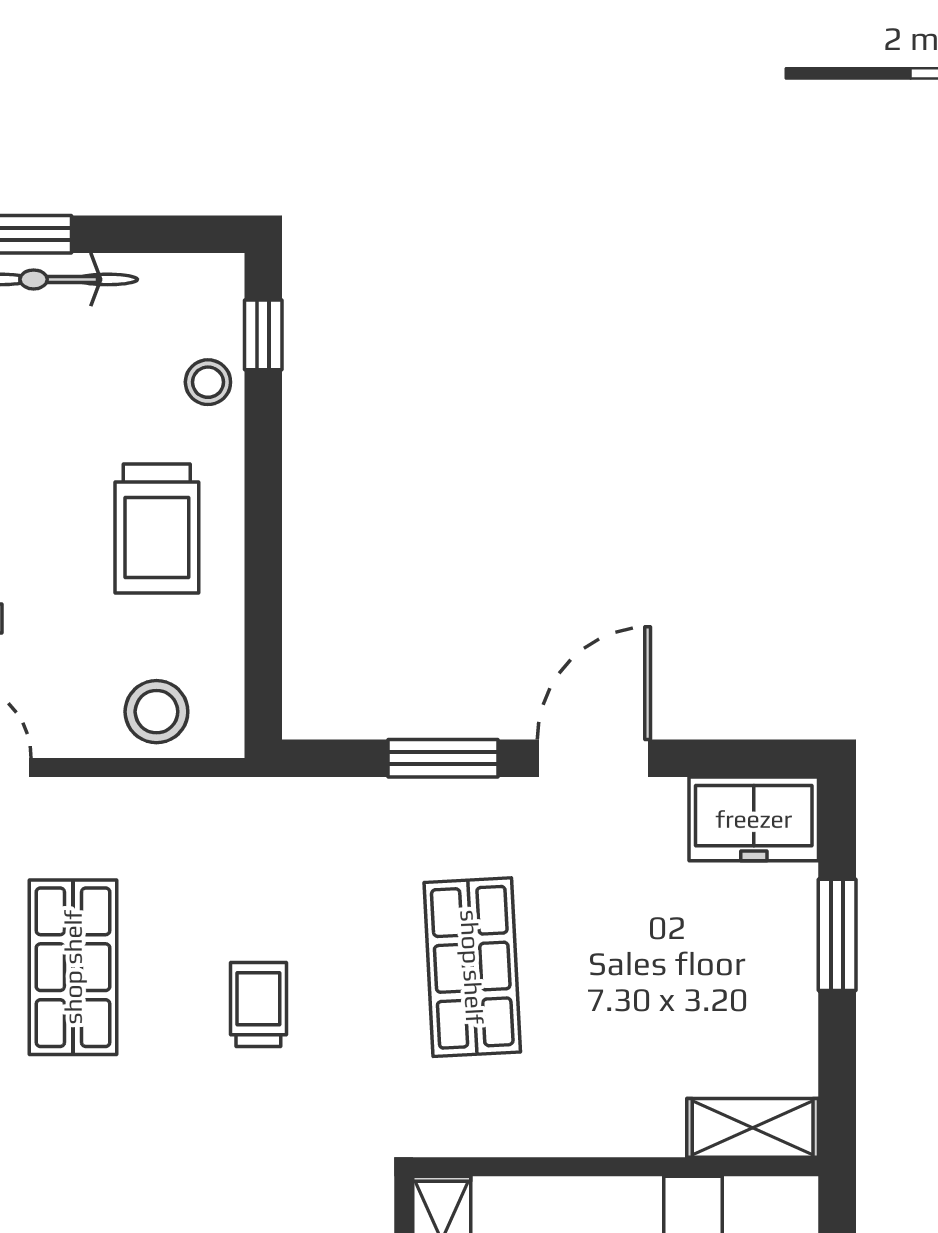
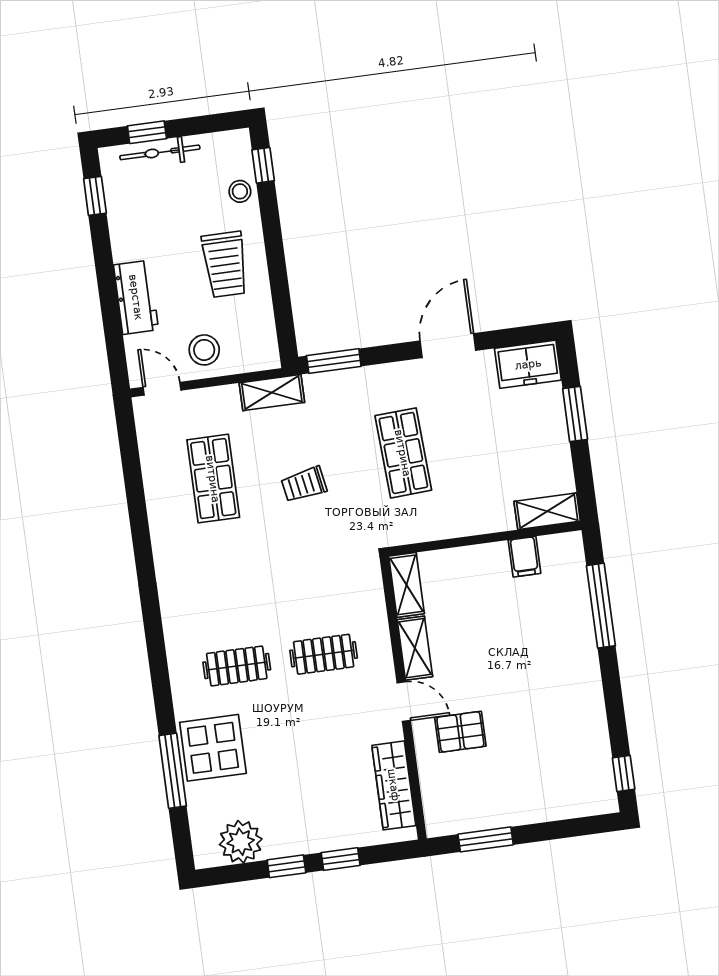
stool: (156, 712) -> (204, 350), moved
window: (443, 758) -> (334, 361), moved
shelving: (218, 806) -> (272, 393), added
trolley: (258, 1005) -> (304, 484), turned -100

